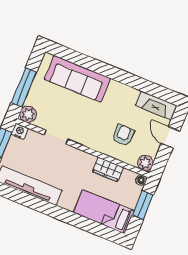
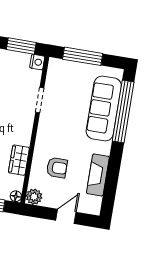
window: (84, 61) -> (123, 112), added
fireplace: (156, 106) -> (98, 175), moved
plant: (28, 114) -> (56, 67), removed

